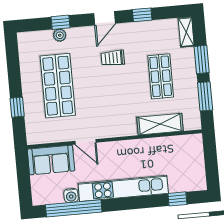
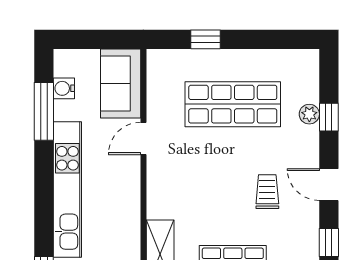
water cooler: (71, 195) -> (64, 88), moved
window: (74, 208) -> (44, 111), width x0.68

